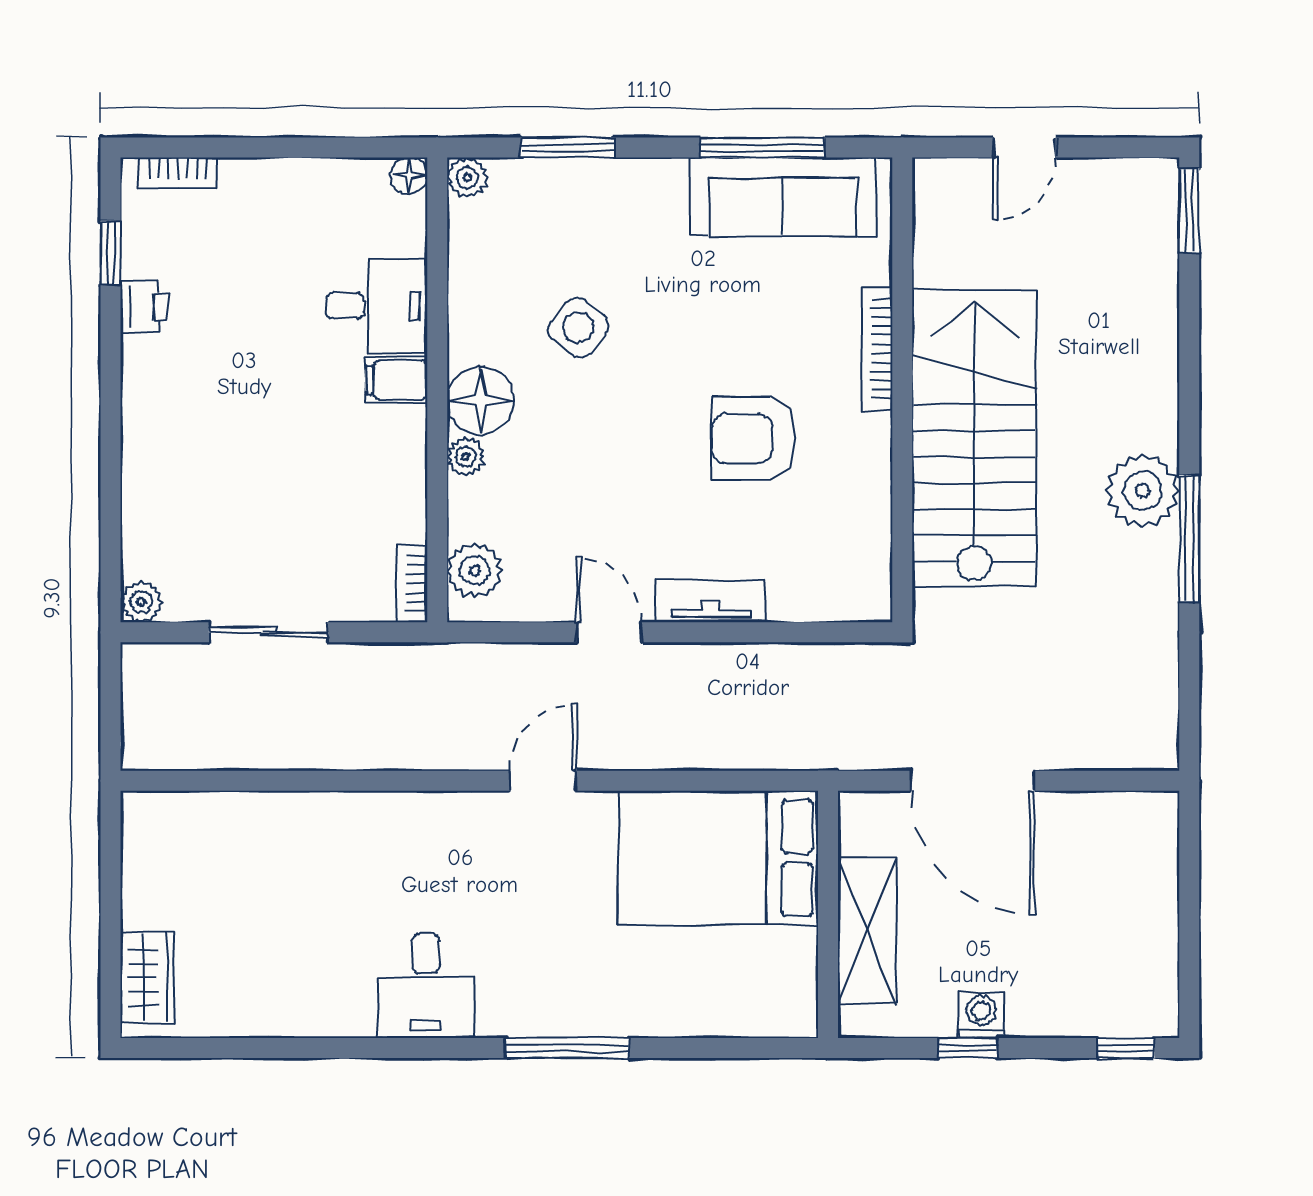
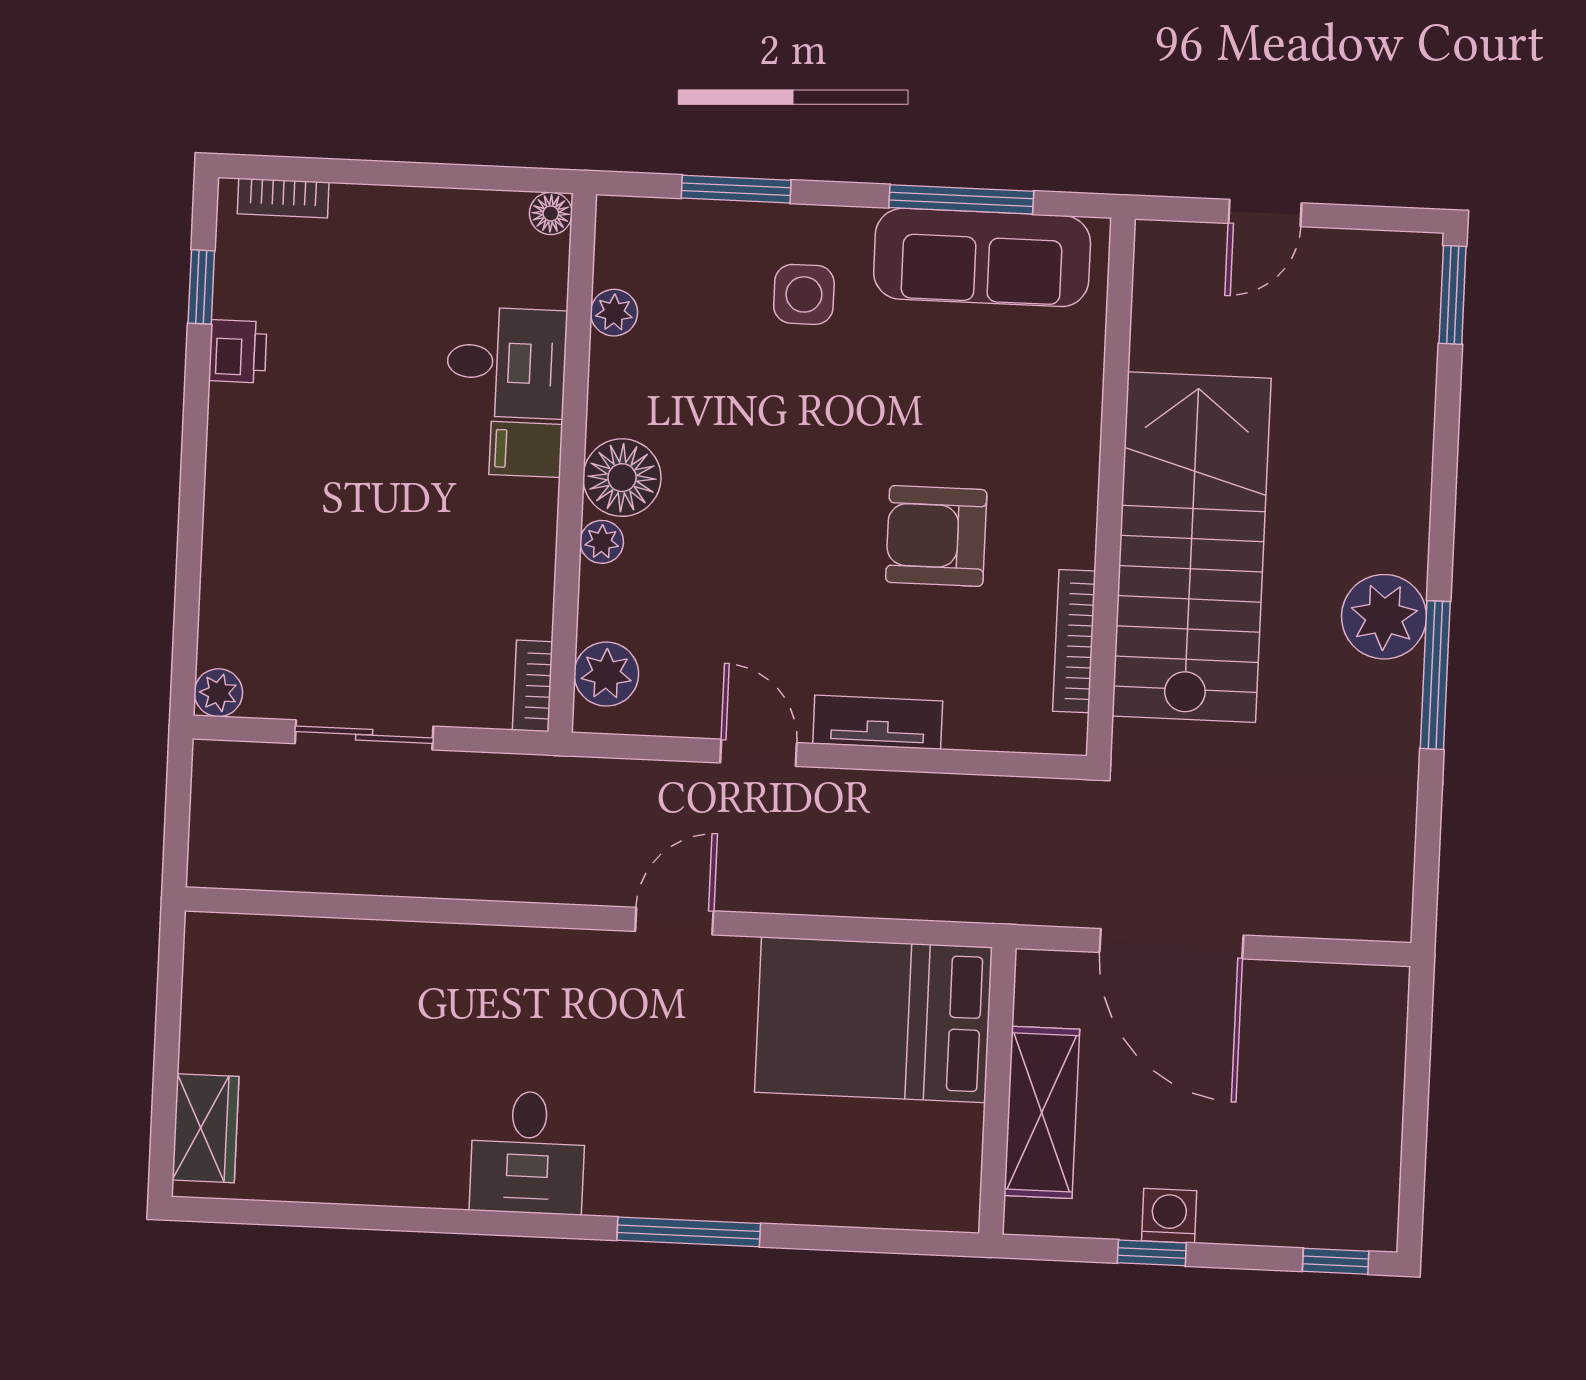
plant: (467, 178) -> (614, 313), moved
side table: (578, 328) -> (804, 294), moved, turned -38
bookcase: (877, 349) -> (1074, 641), moved

